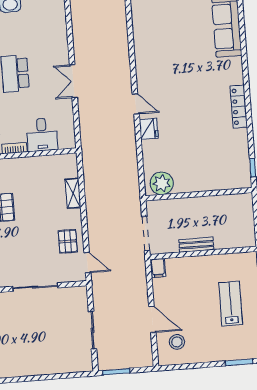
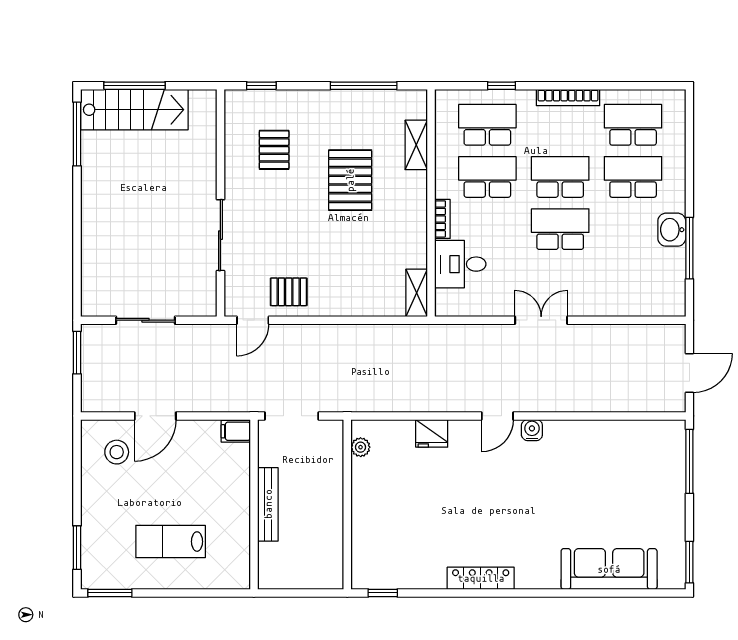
water cooler: (143, 82) -> (532, 430), added
fridge: (149, 129) -> (432, 433), moved
plant: (162, 183) -> (361, 447), width x0.53, depth x0.53
shelving: (73, 193) -> (417, 293), moved, turned 90
bench: (196, 245) -> (268, 504), width x1.36
lab bench: (231, 304) -> (171, 542), turned 180

